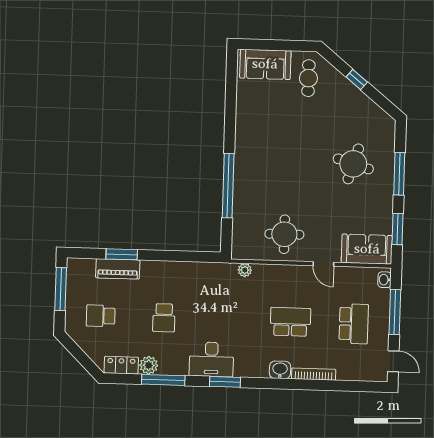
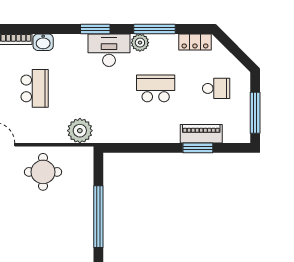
plant: (245, 270) -> (80, 131), width x1.88, depth x1.88
school desk: (164, 318) -> (156, 88), width x1.85
school desk: (290, 322) -> (35, 88), turned -90
plant: (149, 365) -> (140, 43), moved

